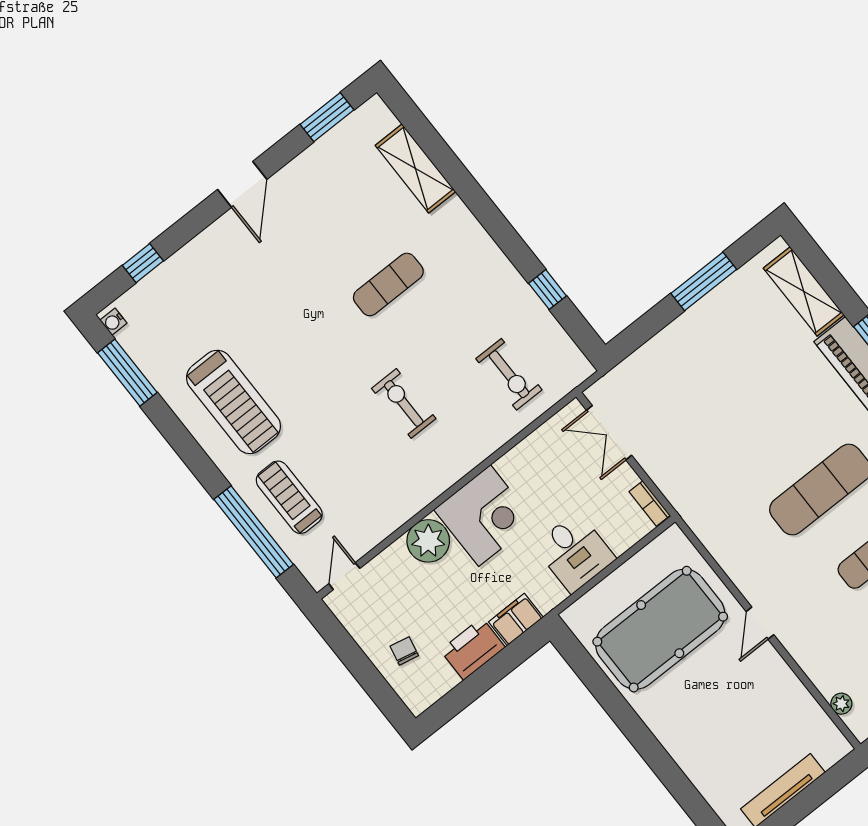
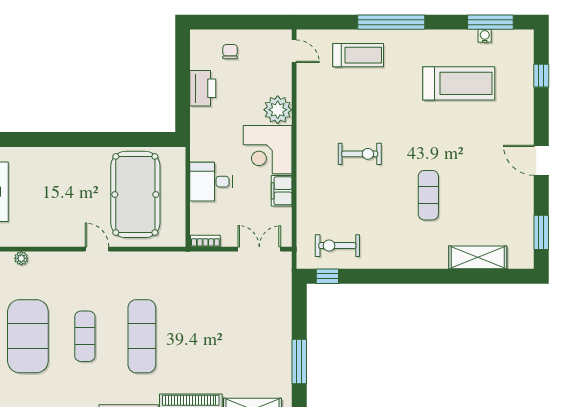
window: (547, 290) -> (327, 276), moved
water cooler: (113, 322) -> (485, 36), moved
exercise bike: (509, 374) -> (337, 246), moved
treadmill: (234, 402) -> (459, 83), moved, turned 180
window: (254, 532) -> (391, 22), moved
filing cabinet: (516, 620) -> (282, 191), moved, turned 180
chair: (404, 651) -> (230, 52), turned -102

